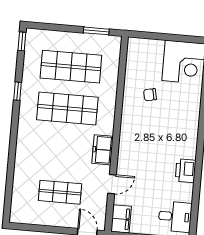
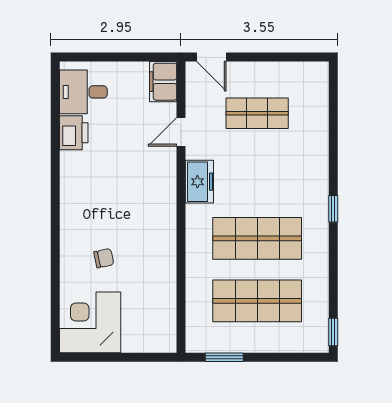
window: (18, 91) -> (333, 209), moved
chair: (150, 95) -> (104, 258), moved
printer: (186, 171) -> (74, 133), moved

